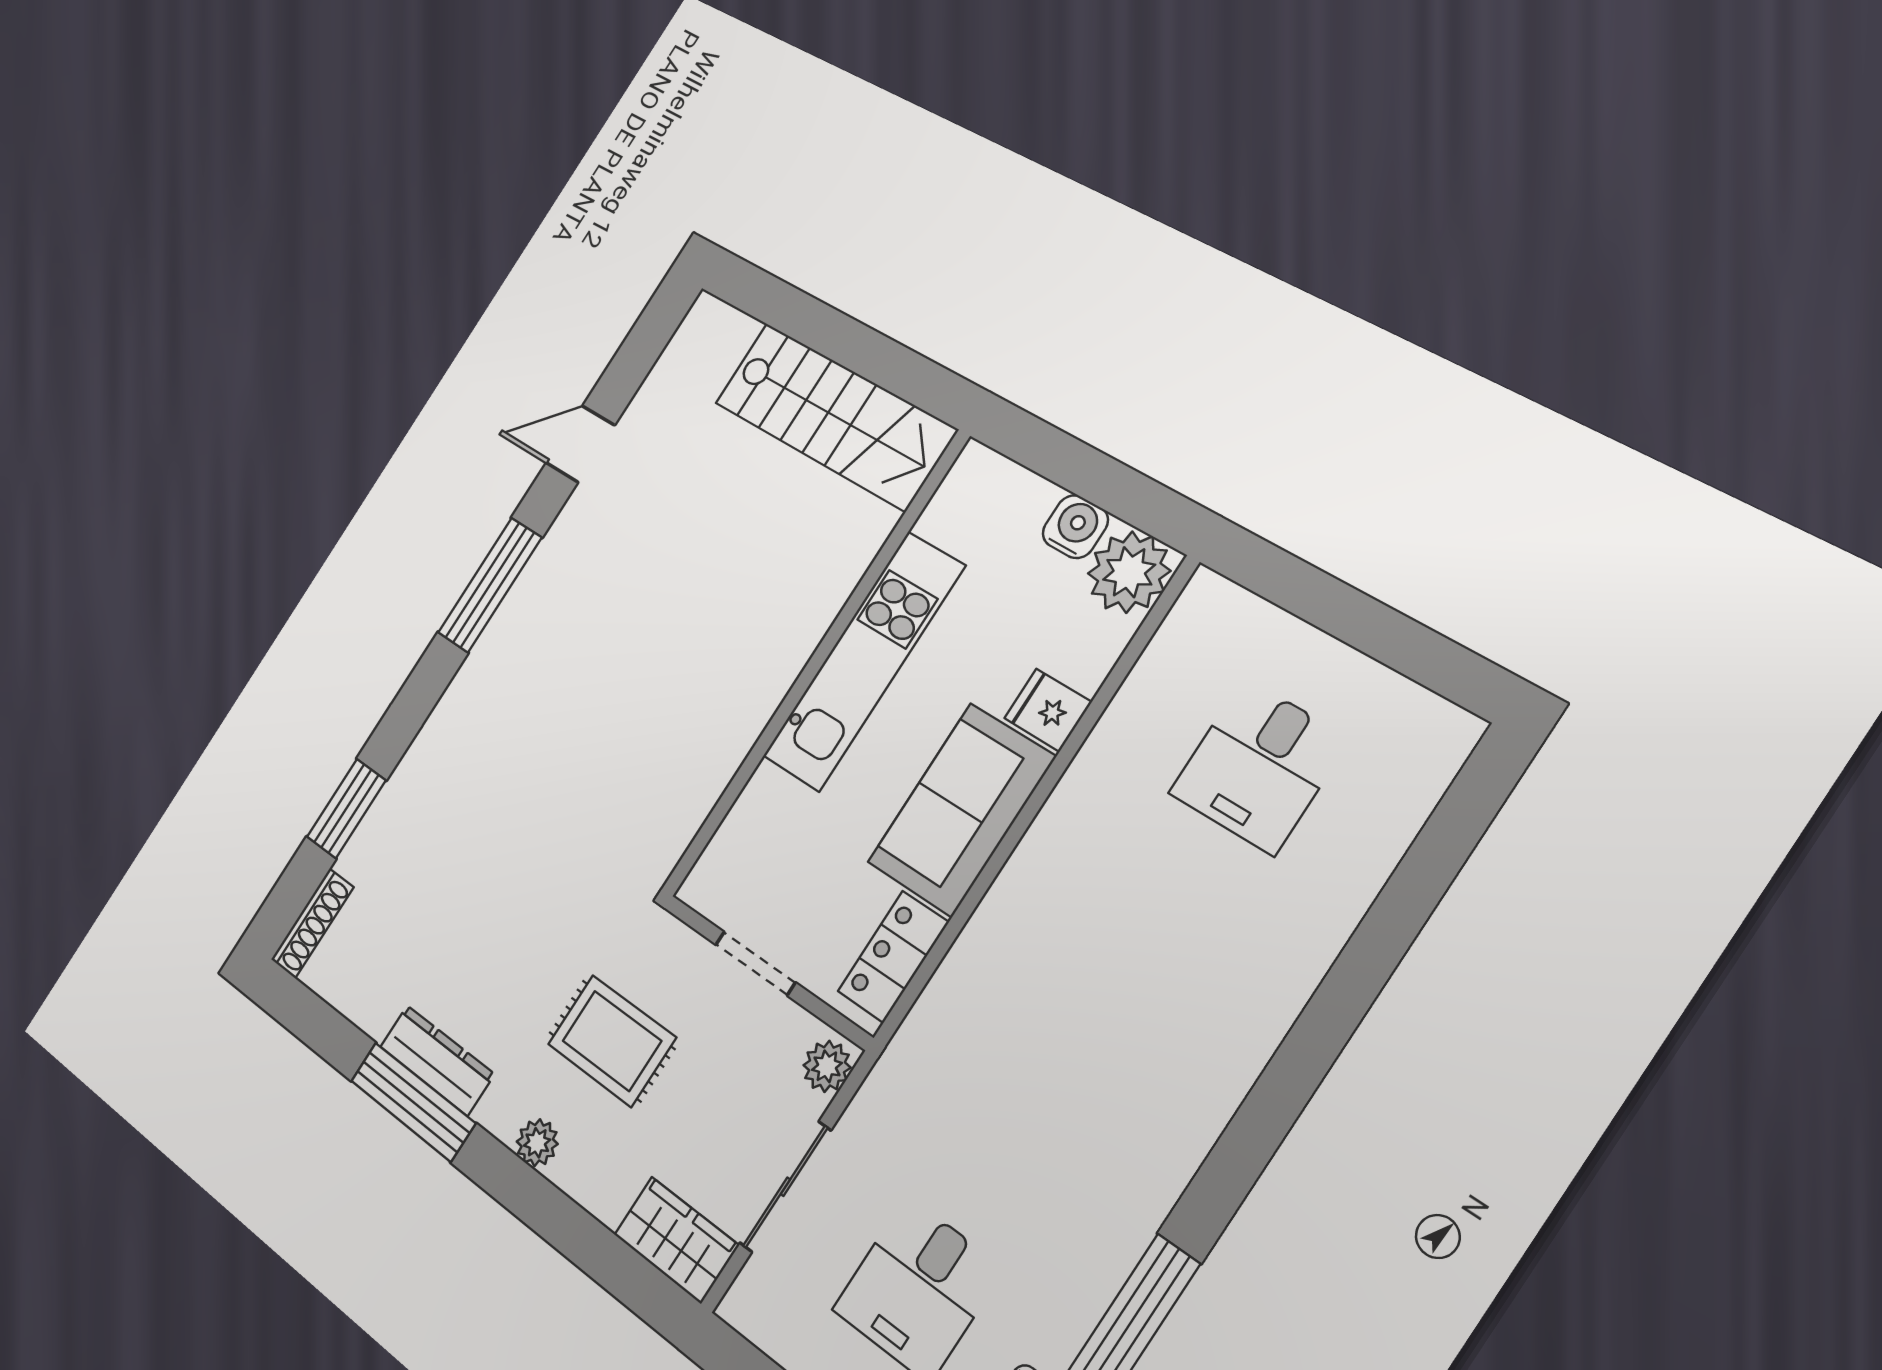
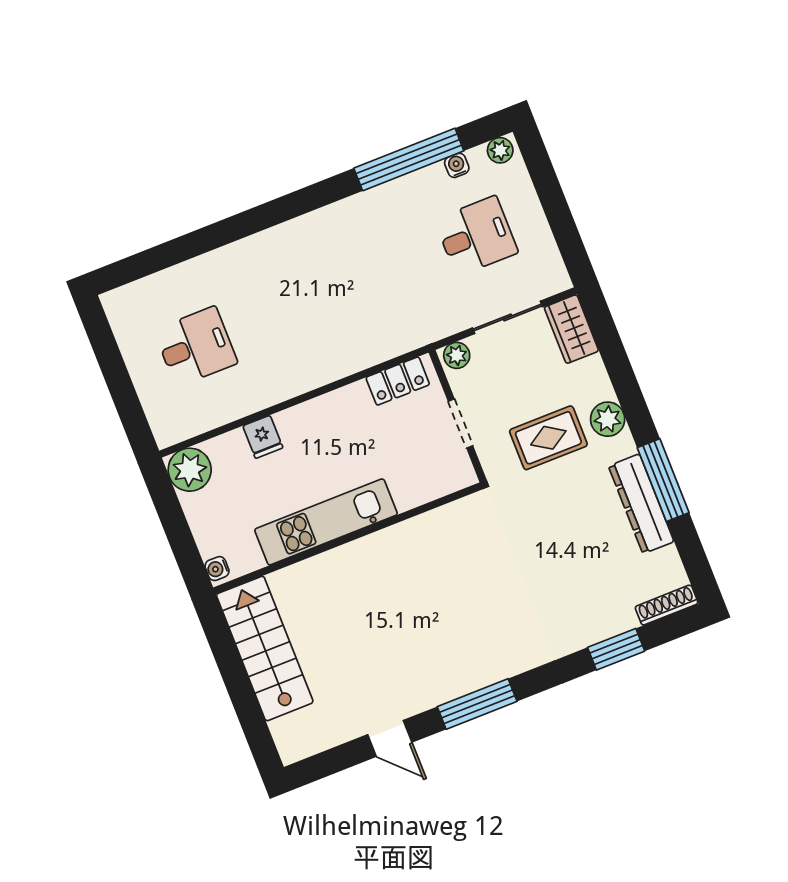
water cooler: (1075, 527) -> (217, 569), moved, width x0.72, depth x0.72
sofa: (961, 810) -> (327, 422), removed
rug: (612, 1041) -> (548, 438), turned 90
dresser: (437, 1060) -> (641, 504), width x1.37, depth x1.24
plant: (537, 1143) -> (608, 419), width x1.38, depth x1.38

